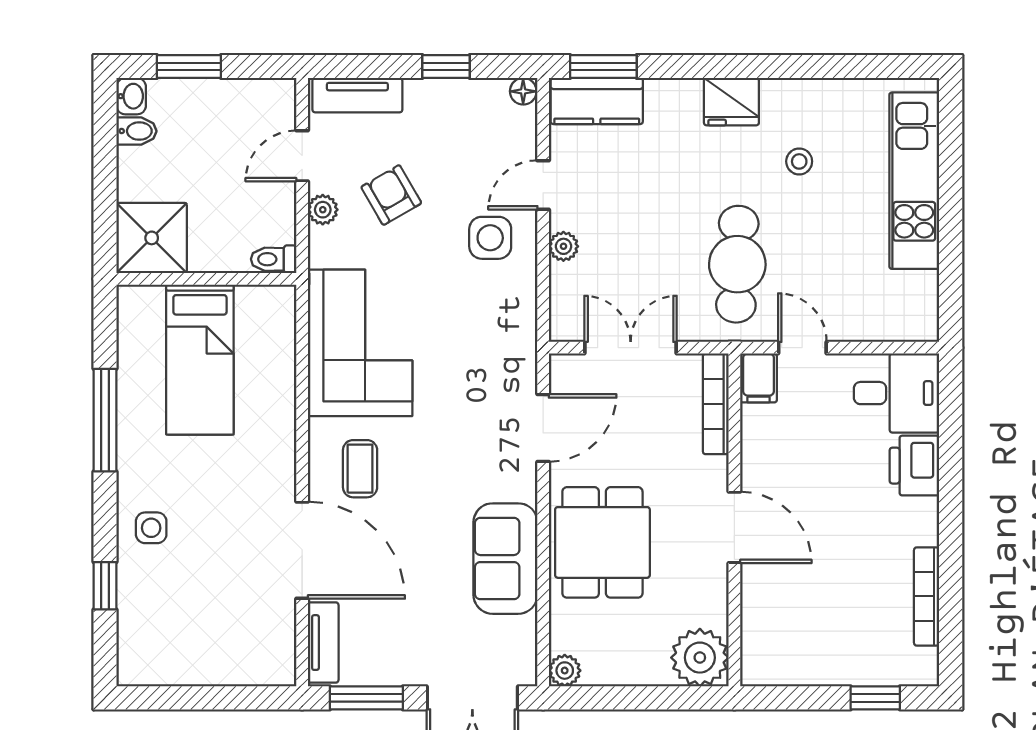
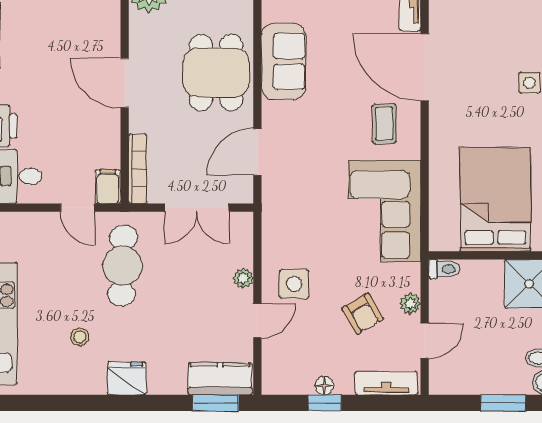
floor lamp: (523, 91) -> (324, 386), moved
bed: (200, 360) -> (496, 199), width x1.50

